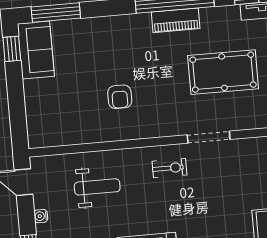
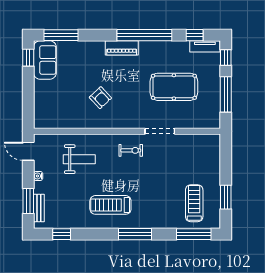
piano: (176, 20) -> (122, 48), moved
armchair: (120, 97) -> (100, 98), turned -43

